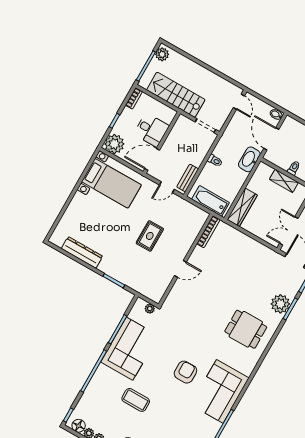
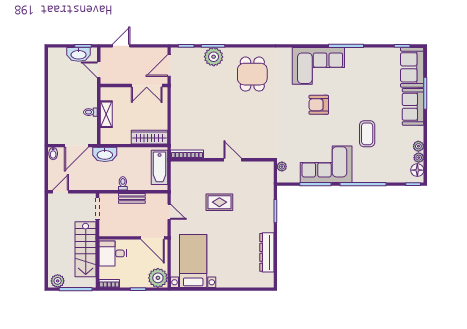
desk: (151, 130) -> (113, 253), moved, turned -90
bench: (188, 178) -> (132, 198), moved

